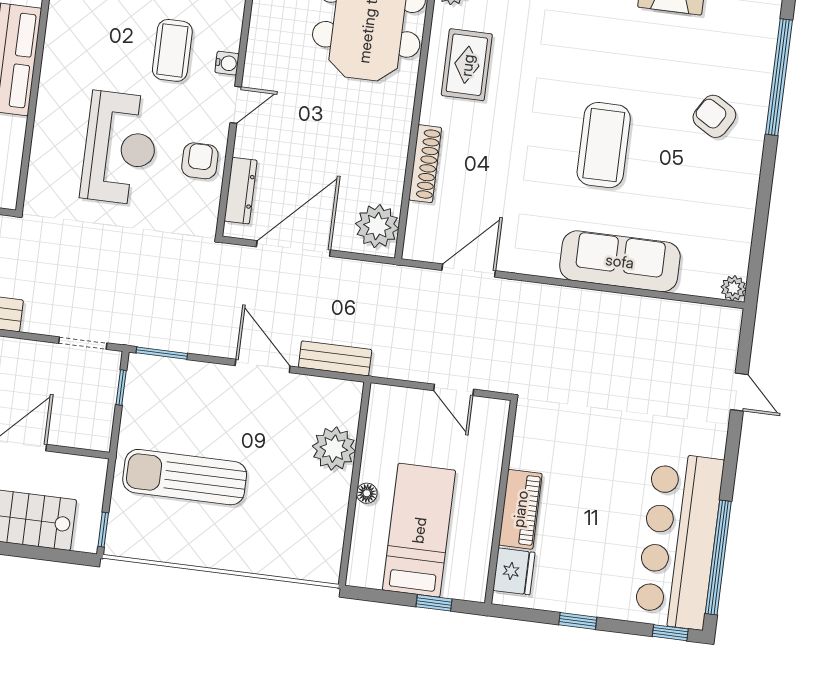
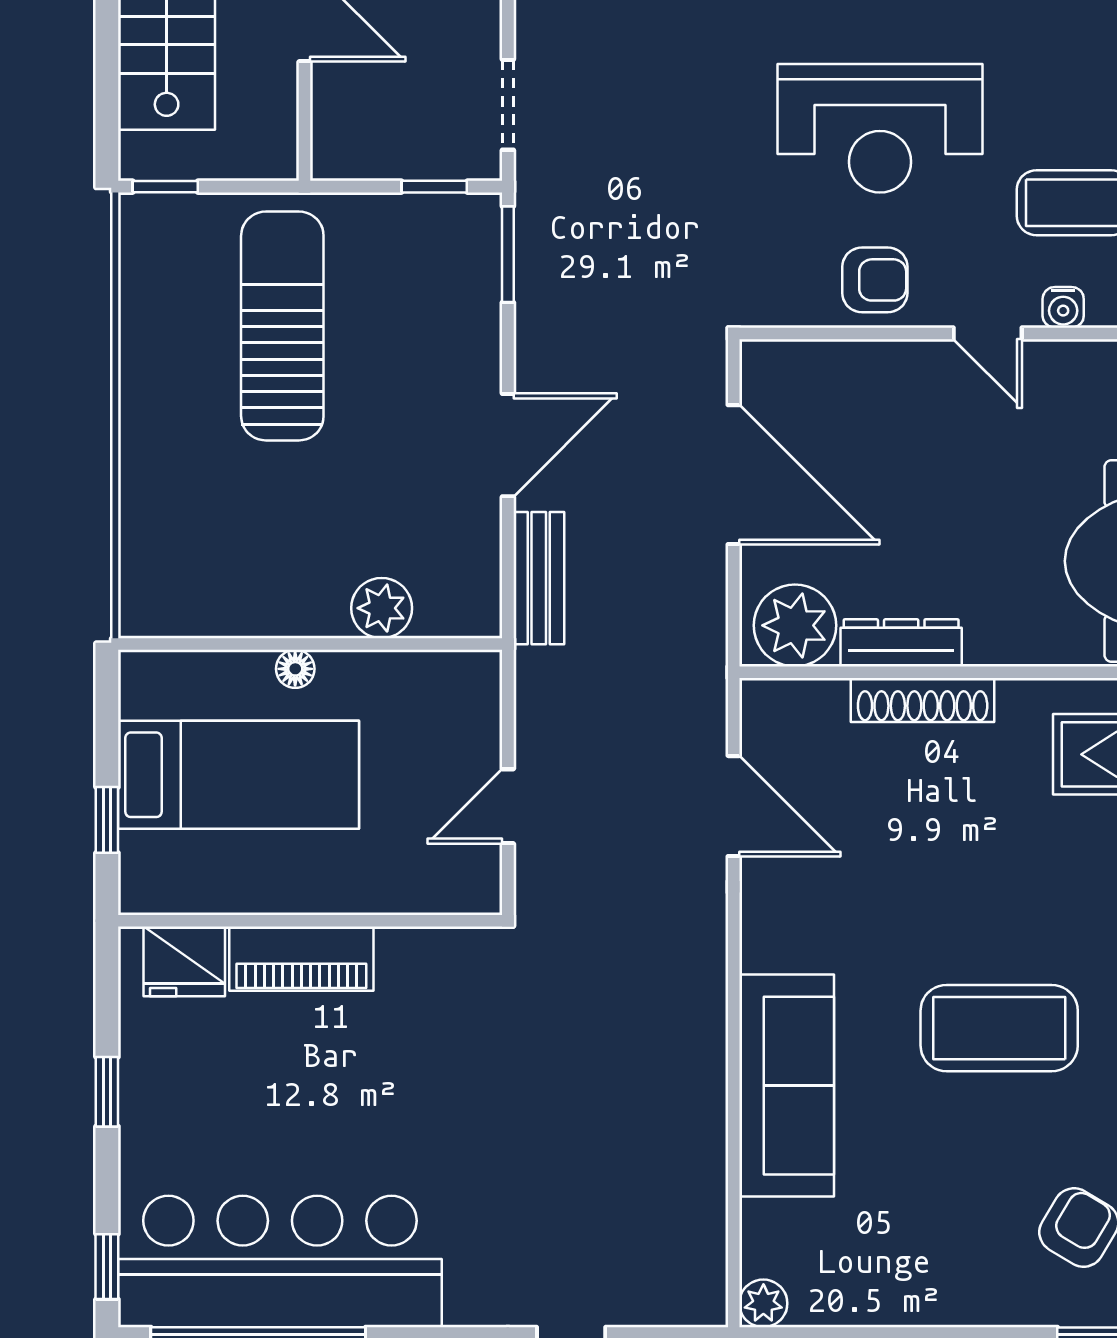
dresser: (241, 191) -> (901, 643), moved, turned 180
plant: (334, 449) -> (382, 608), width x0.73, depth x0.73

